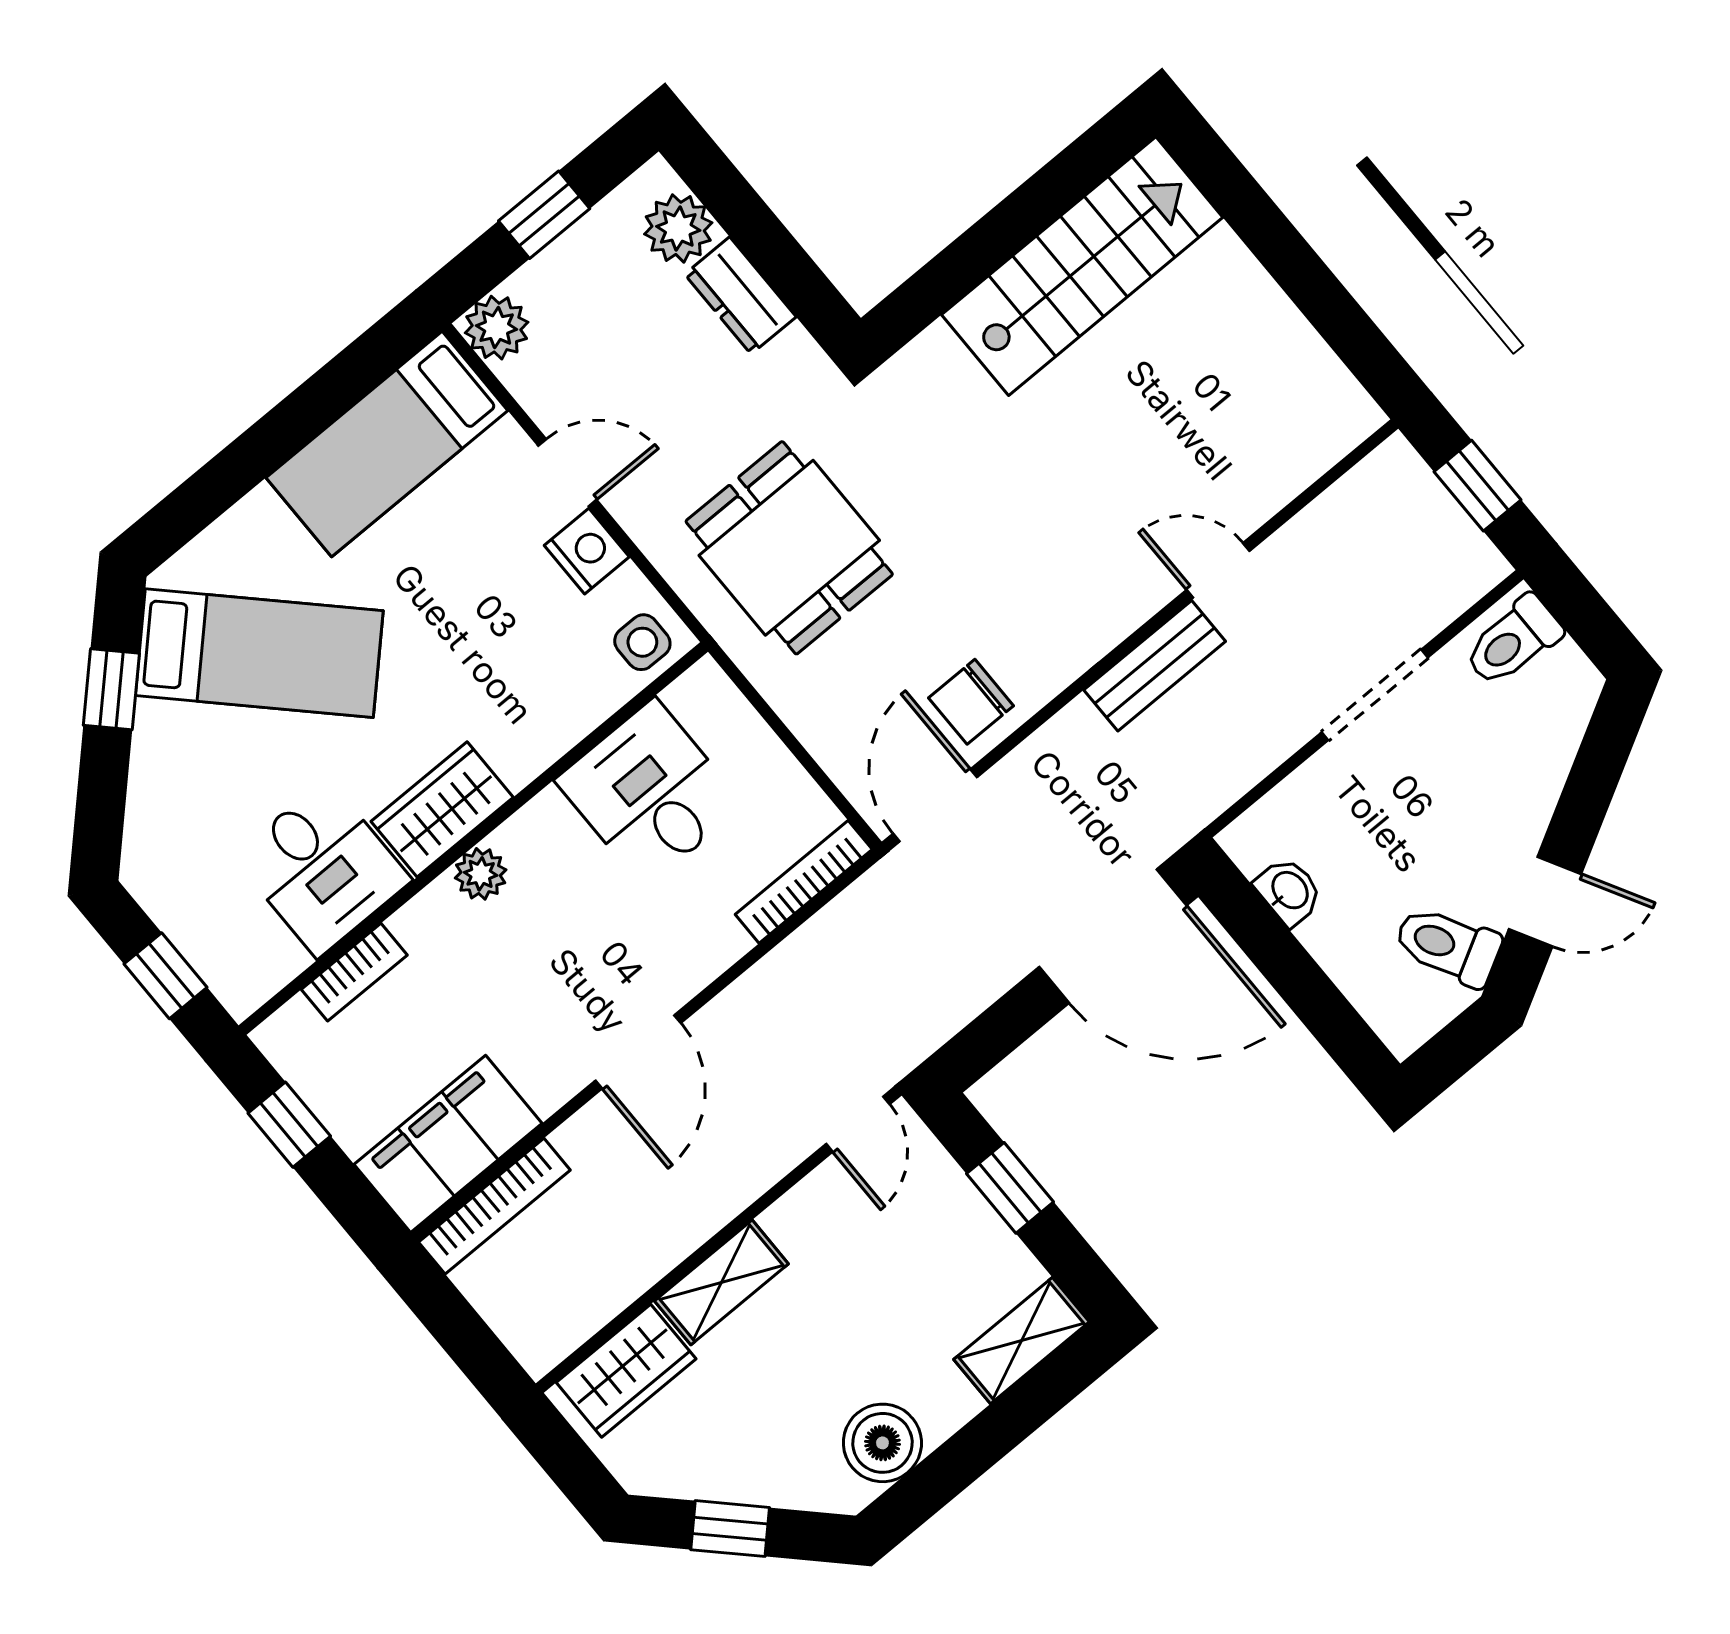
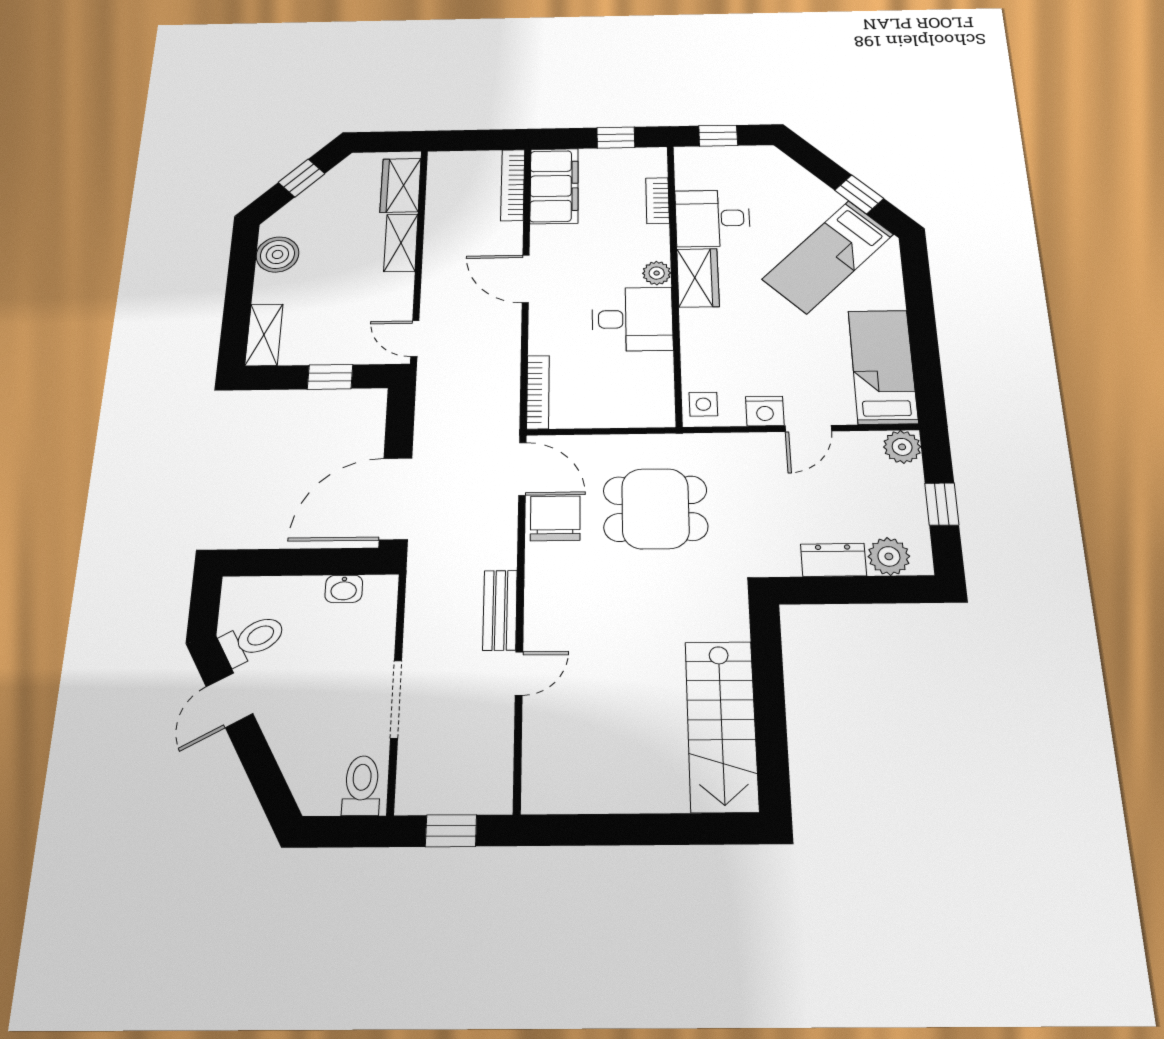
dining table: (789, 548) -> (655, 509), moved
chair: (971, 702) -> (555, 518), width x1.37, depth x1.37
desk: (650, 793) -> (632, 319), moved

